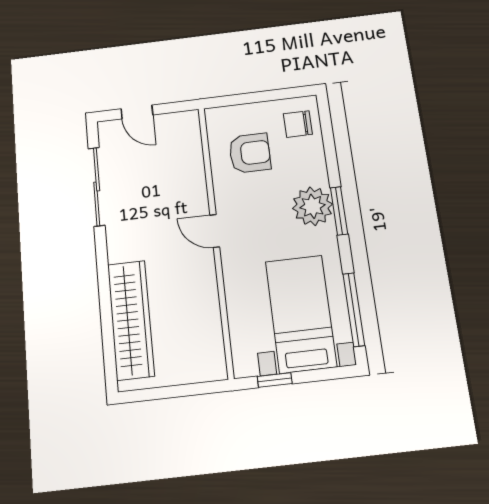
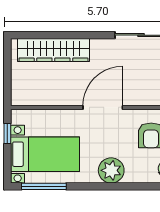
window: (339, 211) -> (106, 186), removed
door: (215, 231) -> (103, 107), width x1.87

